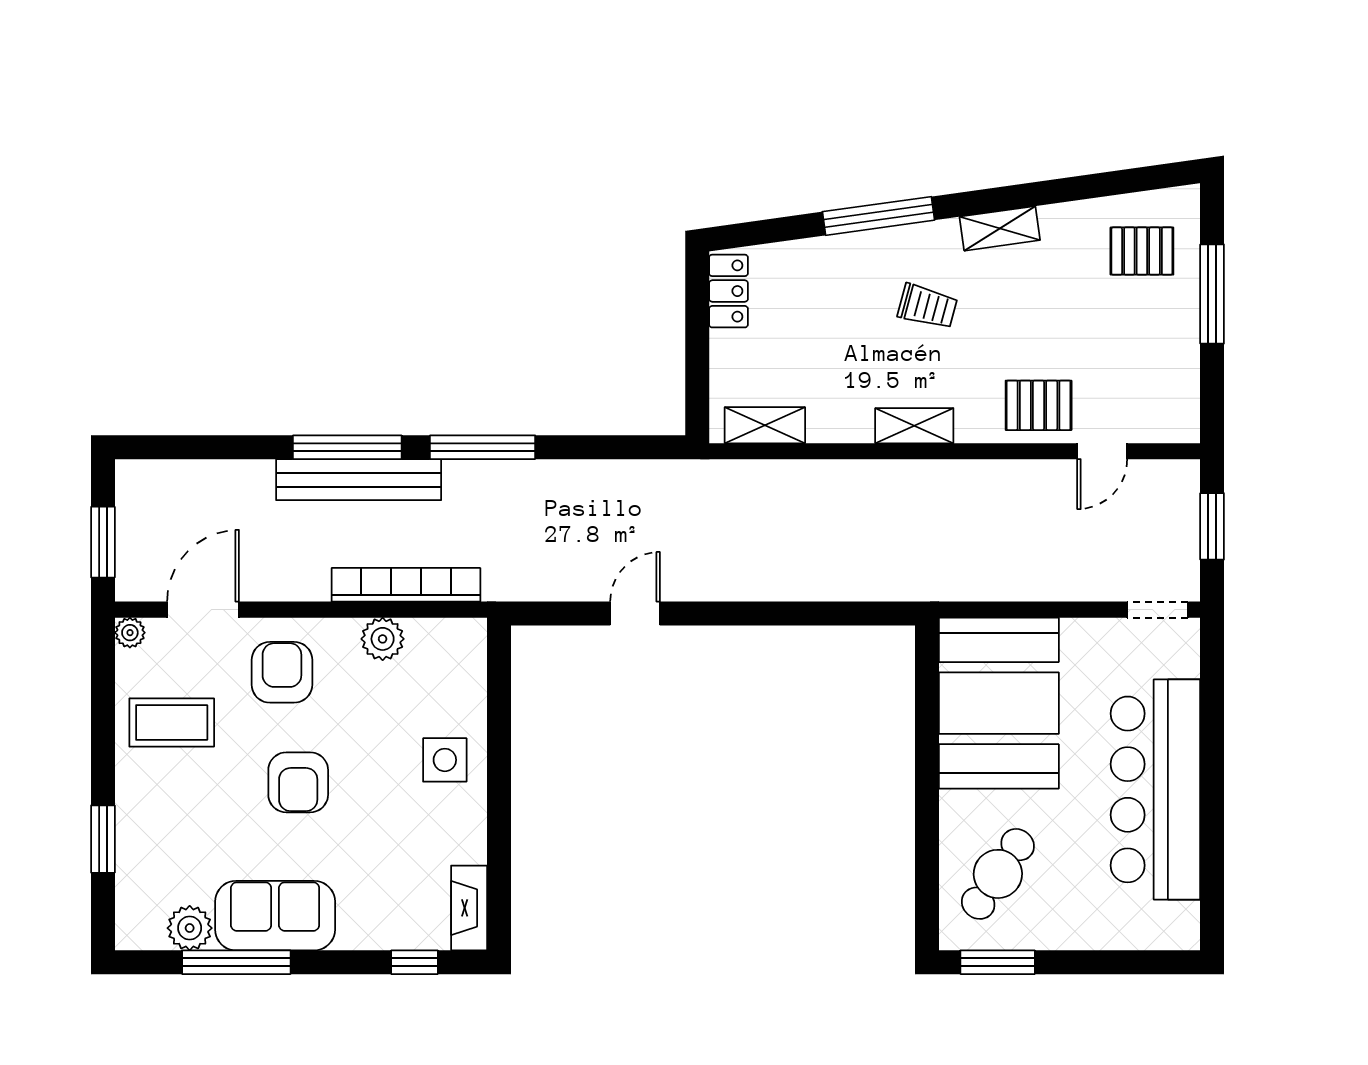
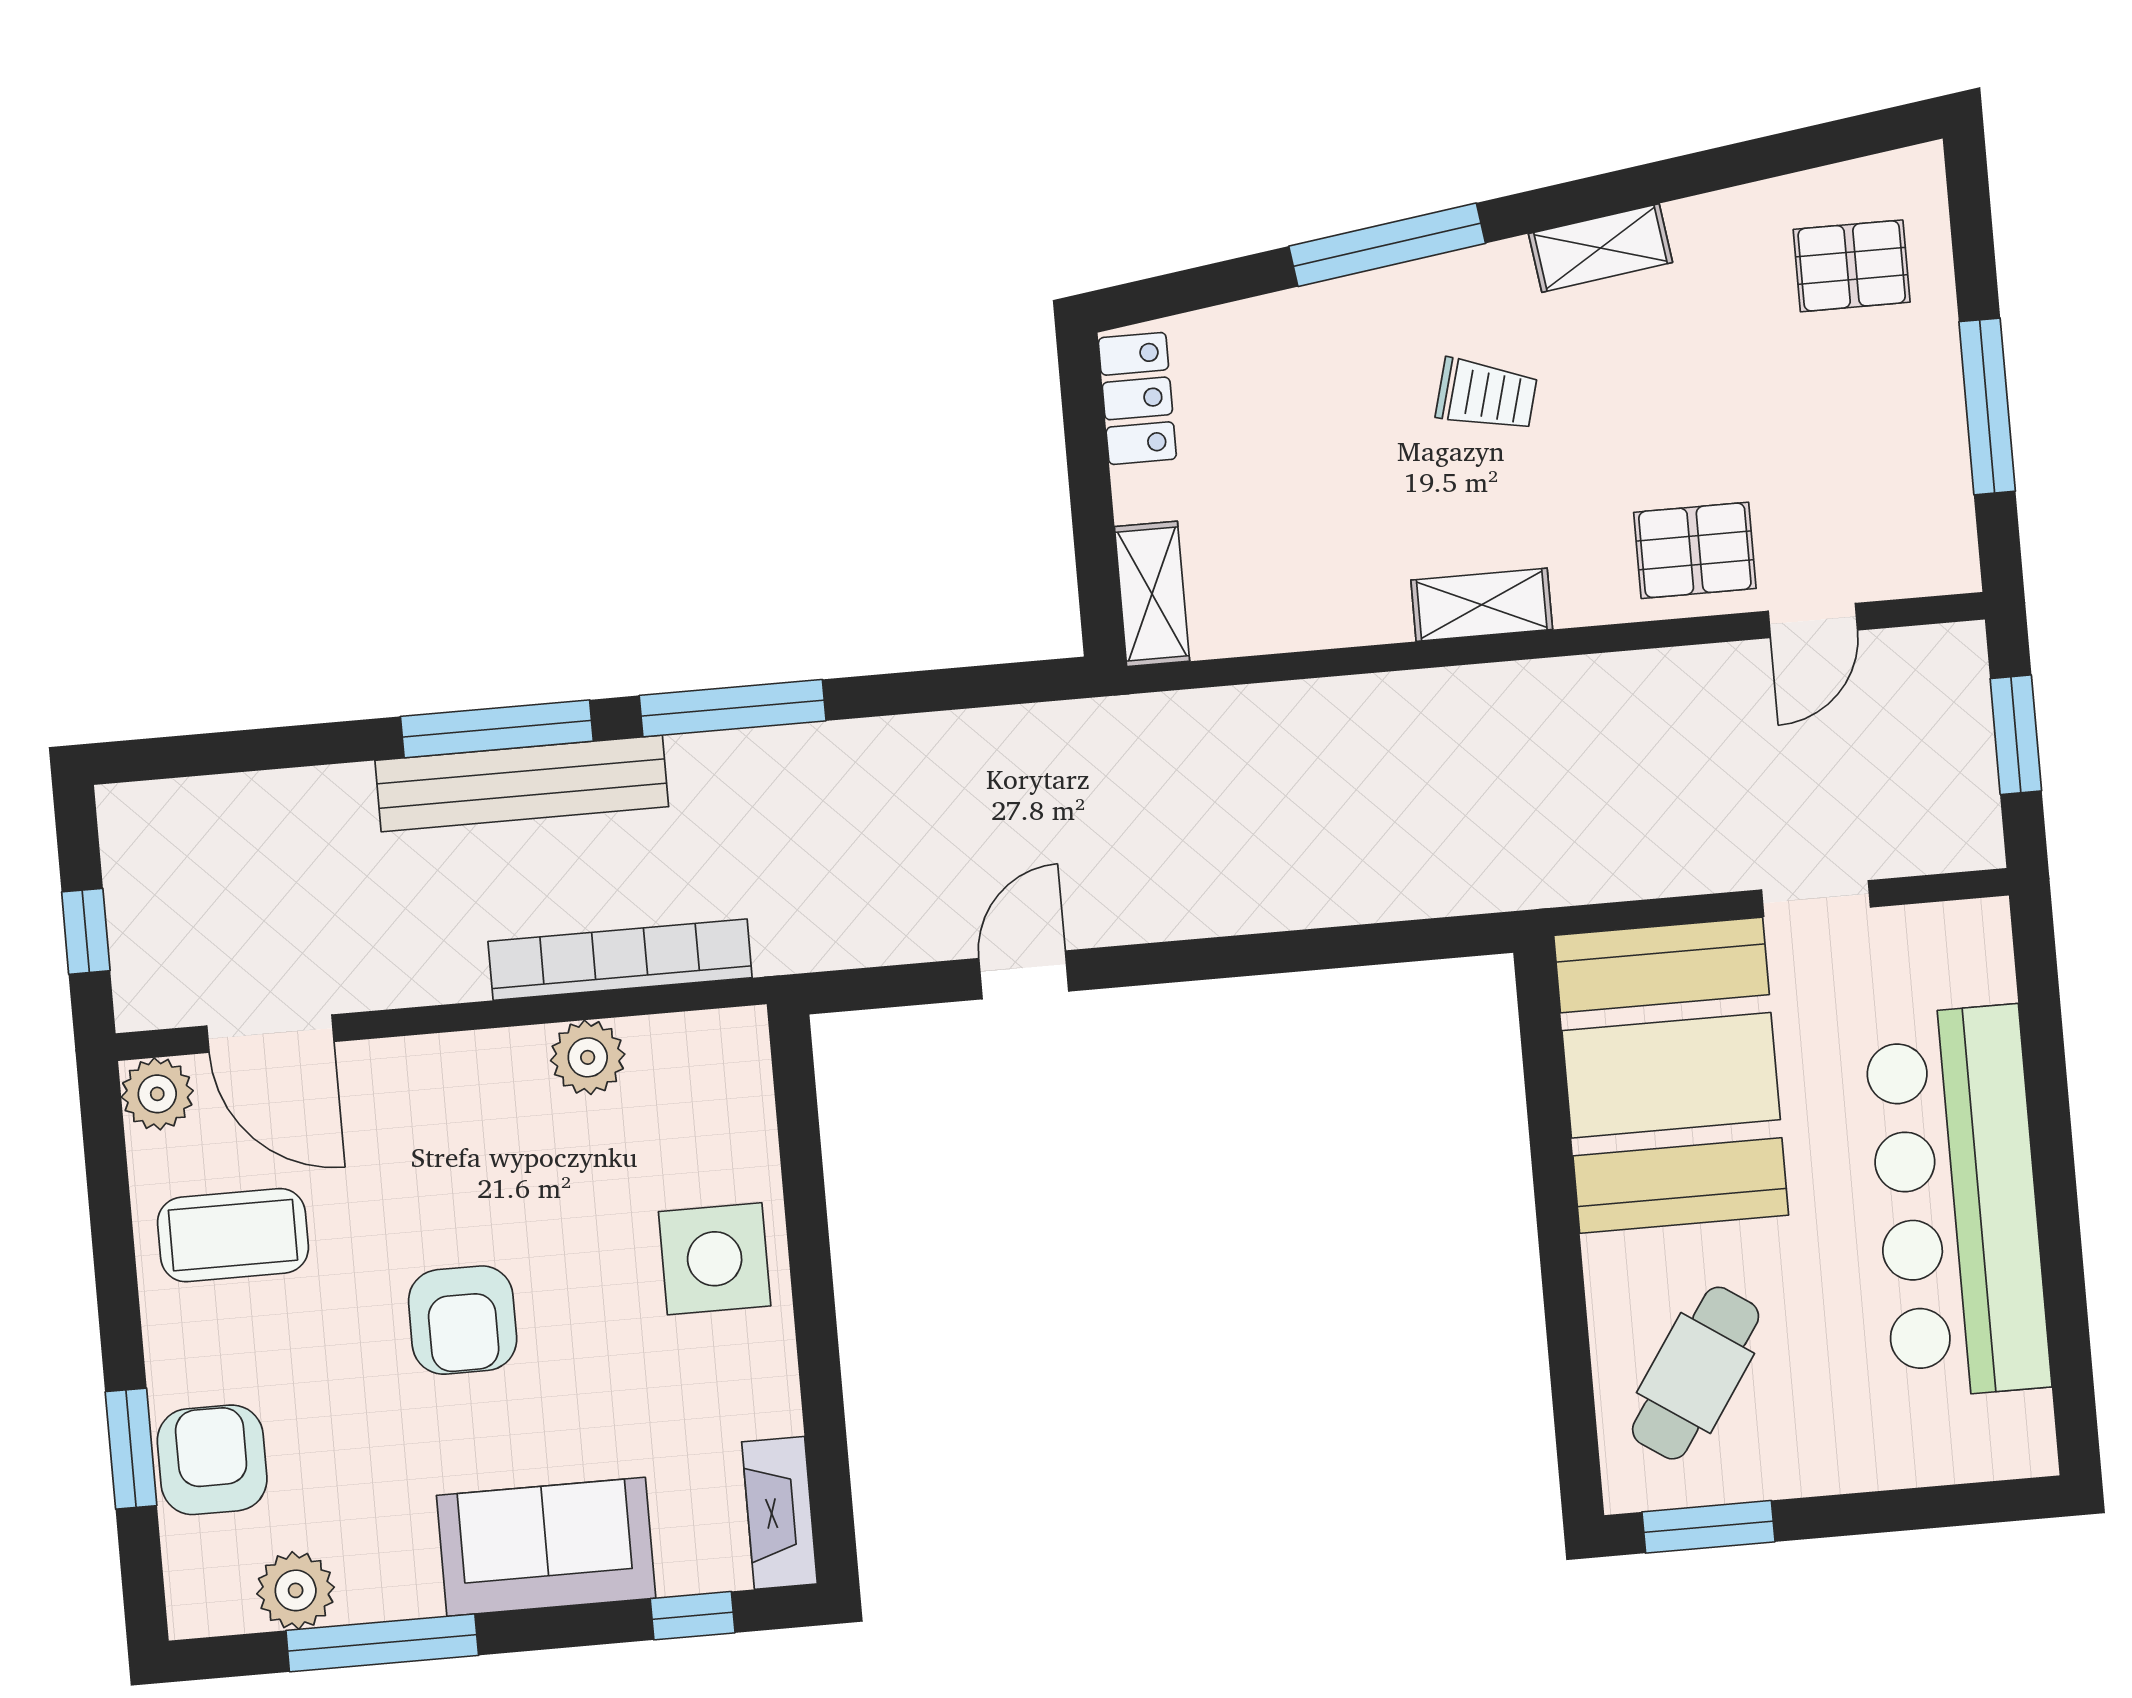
window: (1212, 294) -> (1987, 406), moved
shelving: (765, 425) -> (1152, 594), moved, turned 90
window: (103, 542) -> (86, 931), width x0.67
door: (203, 610) -> (270, 1034), swing flipped
doorway: (1158, 610) -> (1816, 898), moved
plant: (130, 633) -> (157, 1094), width x1.38, depth x1.38
armchair: (282, 672) -> (212, 1460), moved
side table: (445, 760) -> (715, 1259), width x1.37, depth x1.37
sofa: (275, 916) -> (546, 1547), moved

